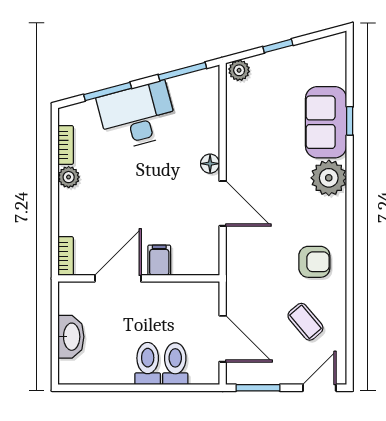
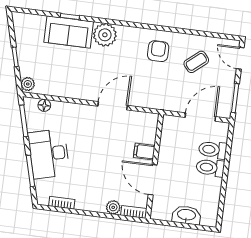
floor lamp: (210, 164) -> (44, 105), moved
plant: (69, 177) -> (113, 207), moved

